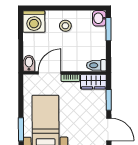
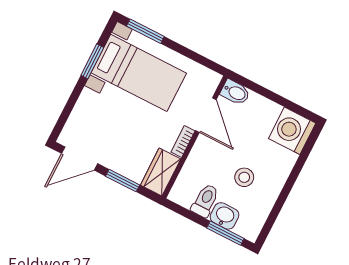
washbasin: (99, 18) -> (224, 216), moved
stool: (65, 26) -> (244, 177), moved
toilet: (96, 65) -> (205, 200), moved

